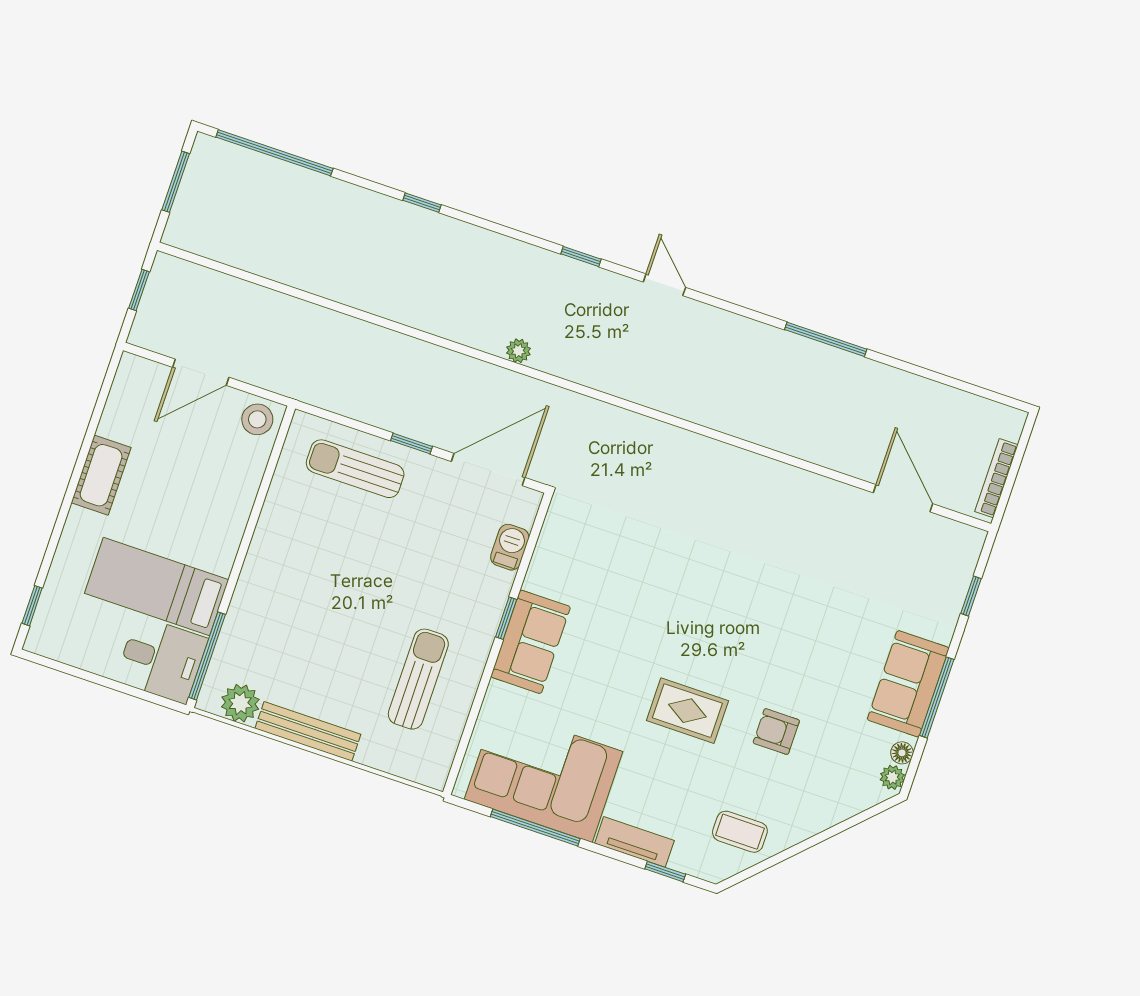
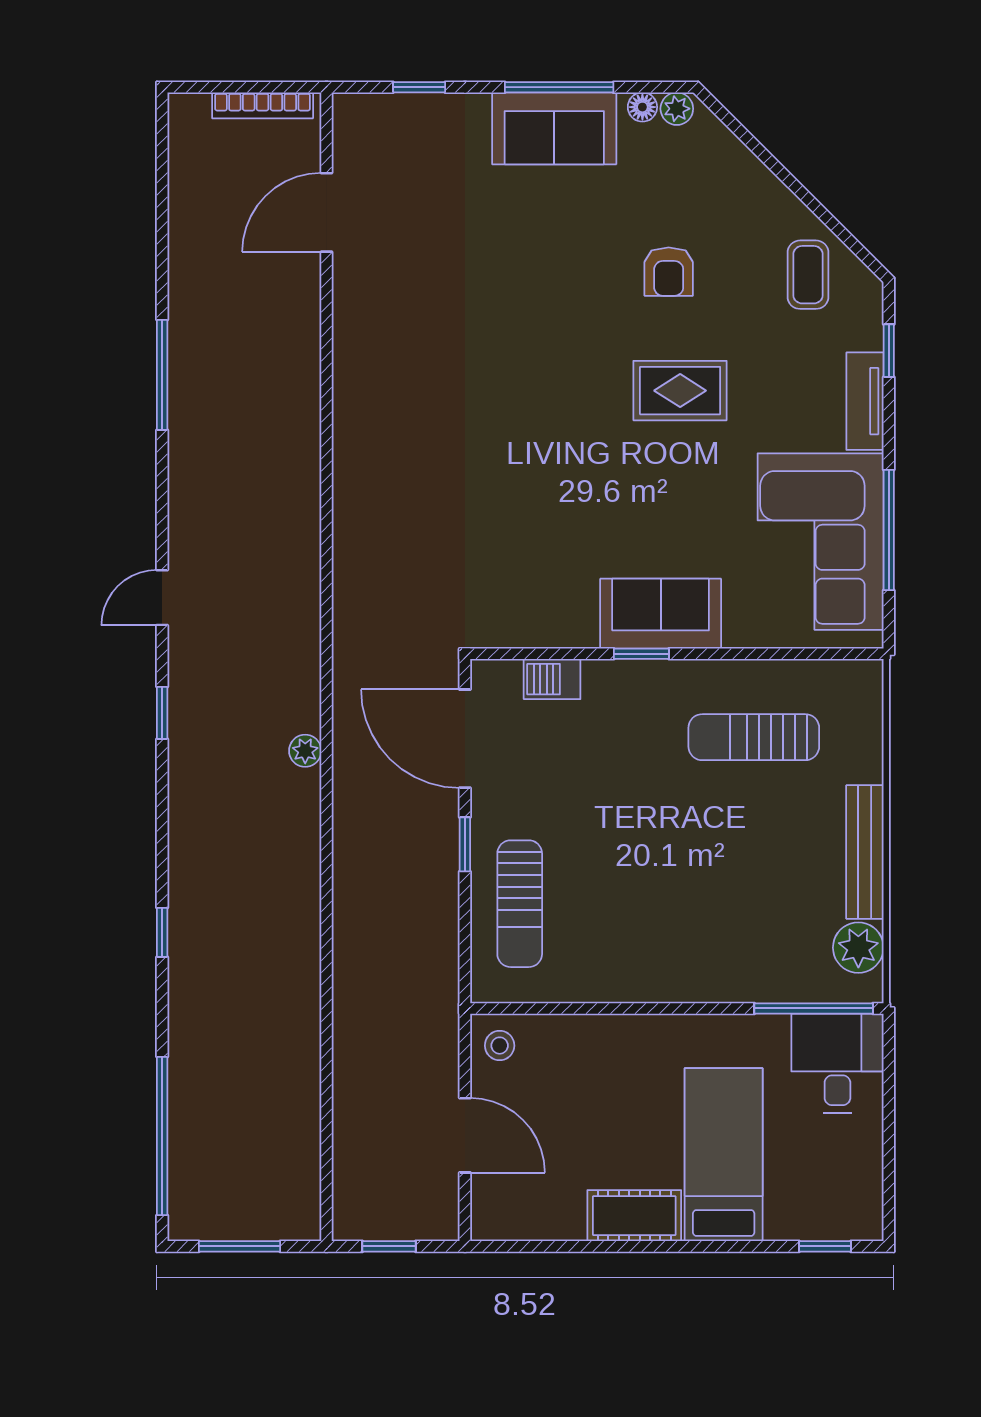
stool: (257, 419) -> (500, 1046), width x0.73, depth x0.73
bed: (157, 586) -> (724, 1155), moved, turned 180
rug: (687, 711) -> (680, 391), turned 90

